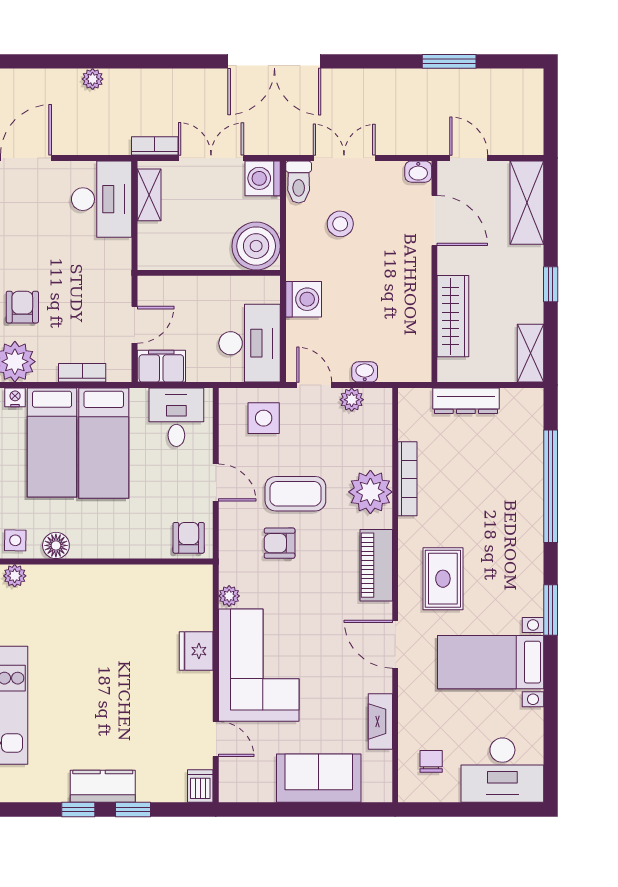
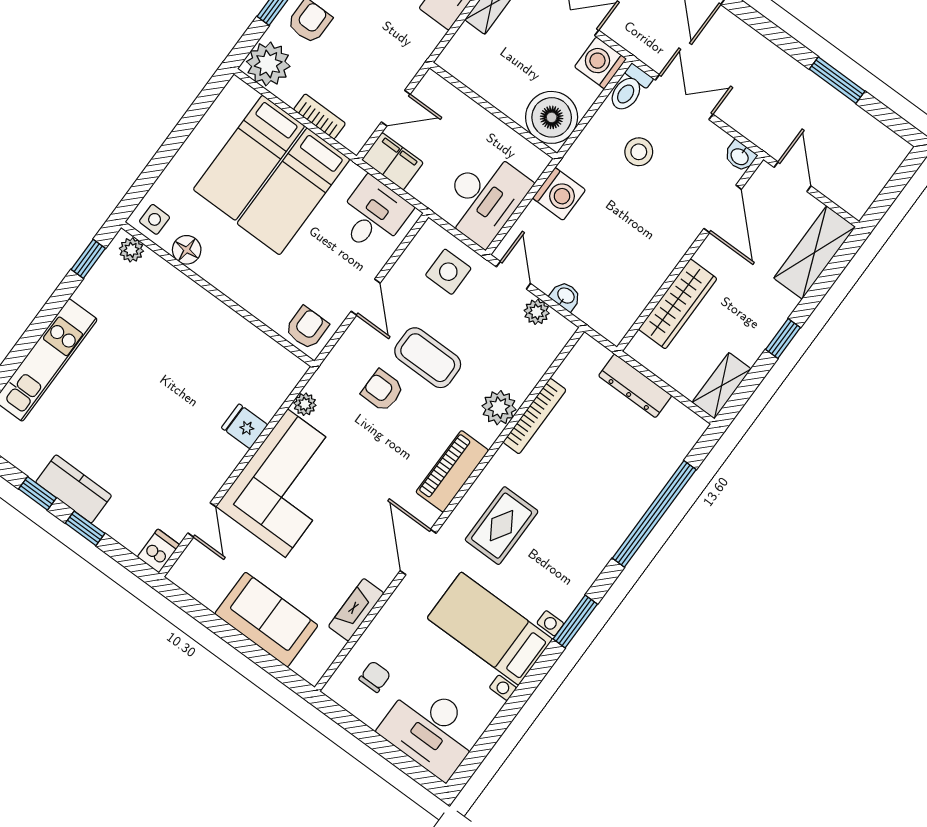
nightstand: (15, 397) -> (246, 95), removed
plant: (370, 492) -> (499, 408), width x0.73, depth x0.73
fridge: (196, 651) -> (245, 426), width x0.72

